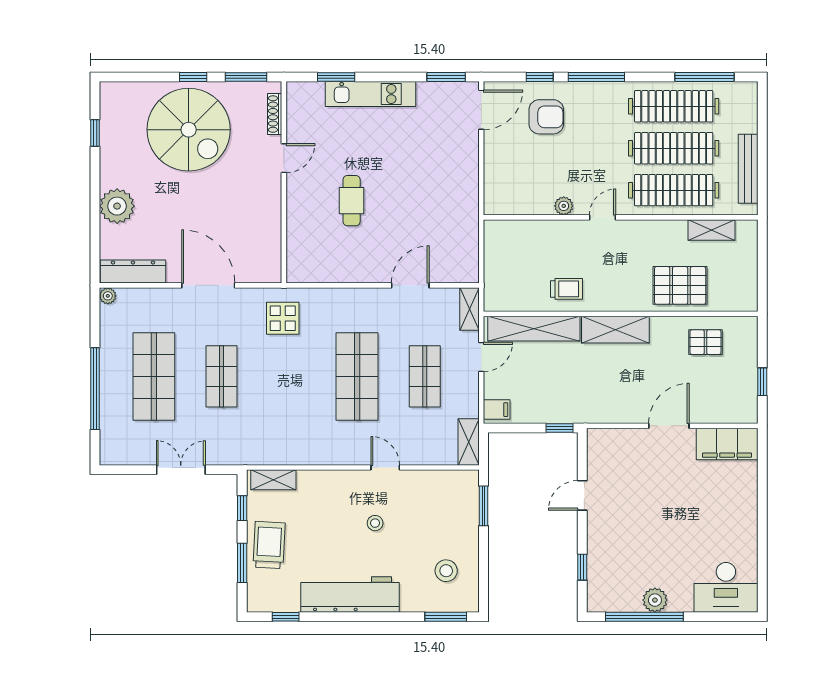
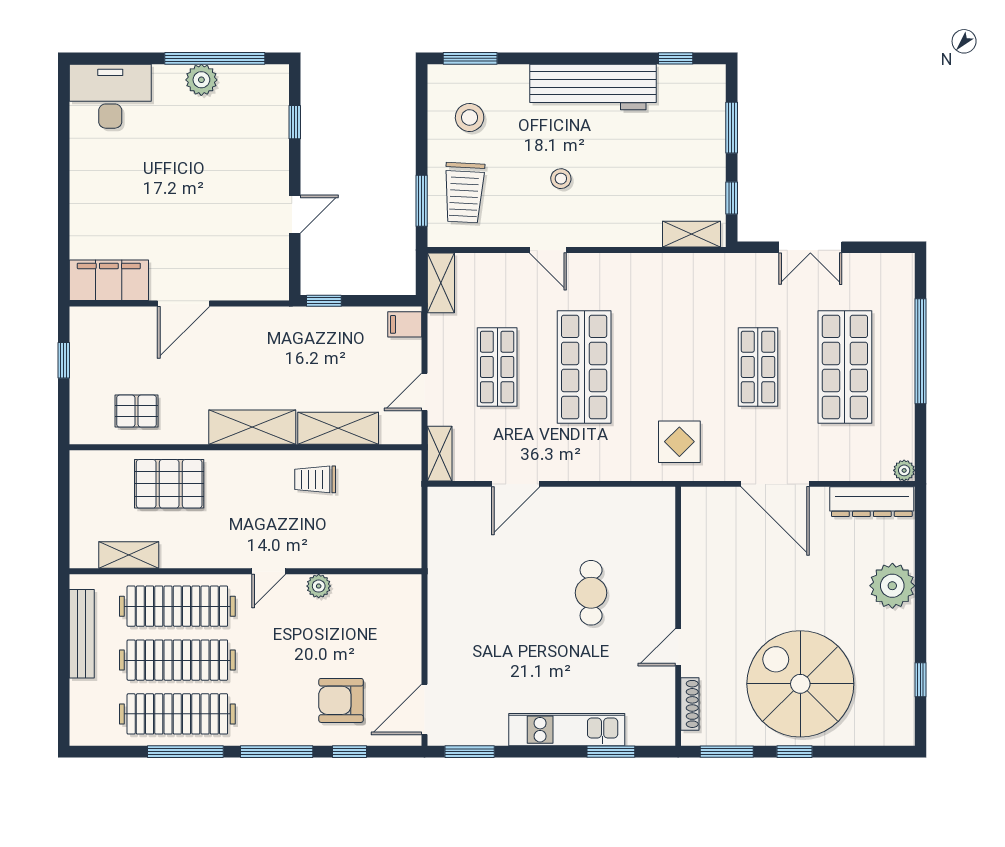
window: (705, 77) -> (185, 752), moved
shelving: (534, 329) -> (338, 428), width x0.68
trolley: (269, 545) -> (464, 193), moved

